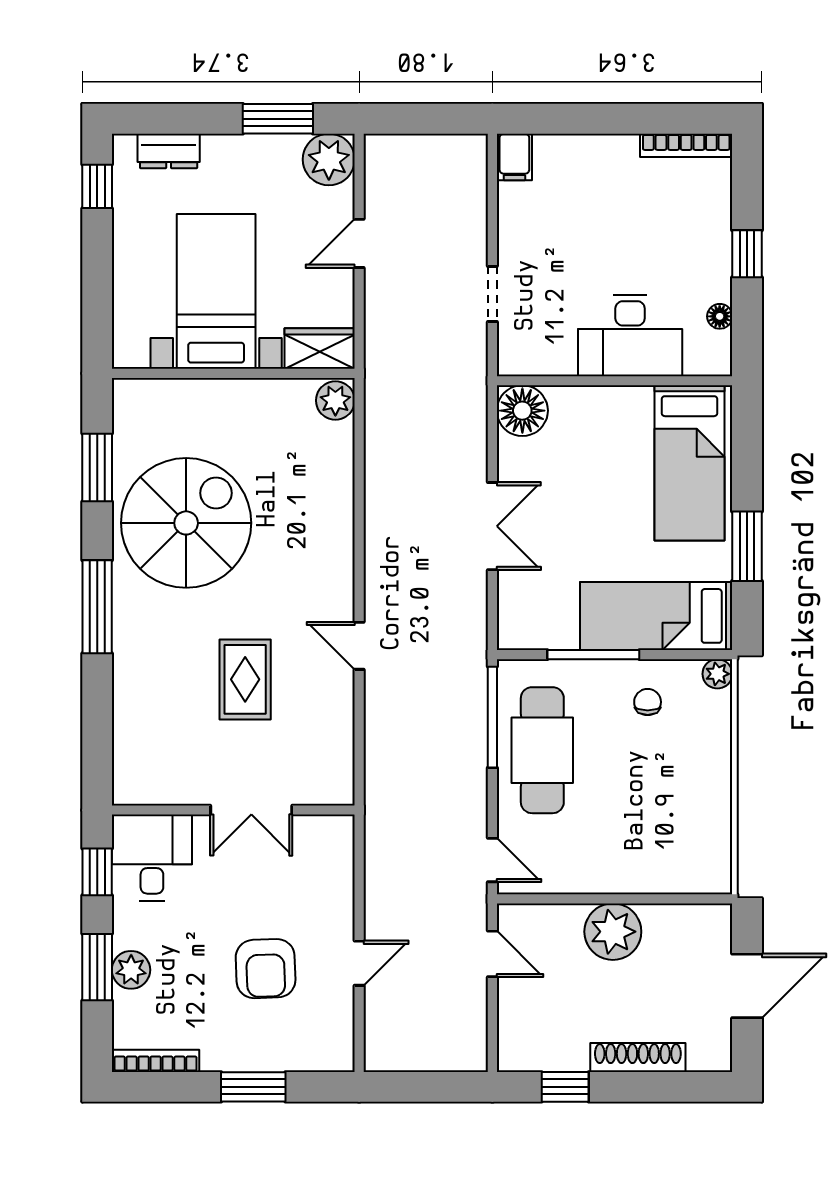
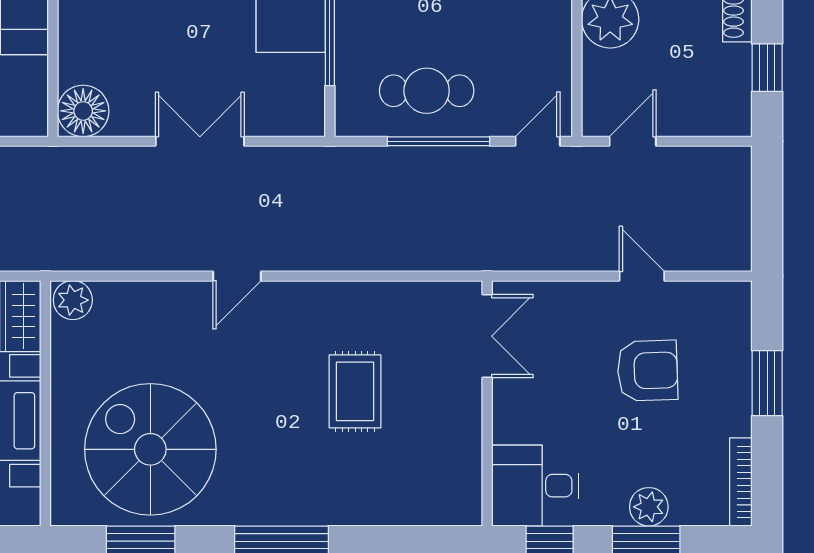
spiral stairs: (186, 523) -> (150, 449), moved
door: (359, 646) -> (237, 276), moved
rug: (245, 679) -> (355, 391), turned 90
window: (492, 717) -> (439, 141), moved
cafe table: (542, 750) -> (427, 91), width x0.73, depth x0.74
double door: (251, 810) -> (487, 336), moved

